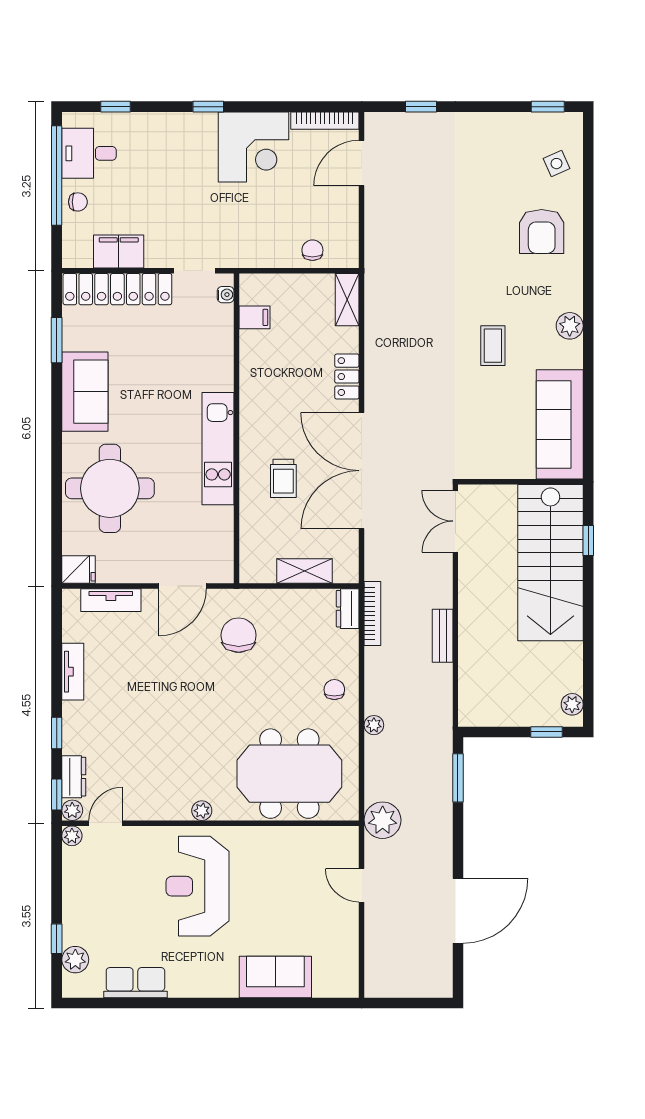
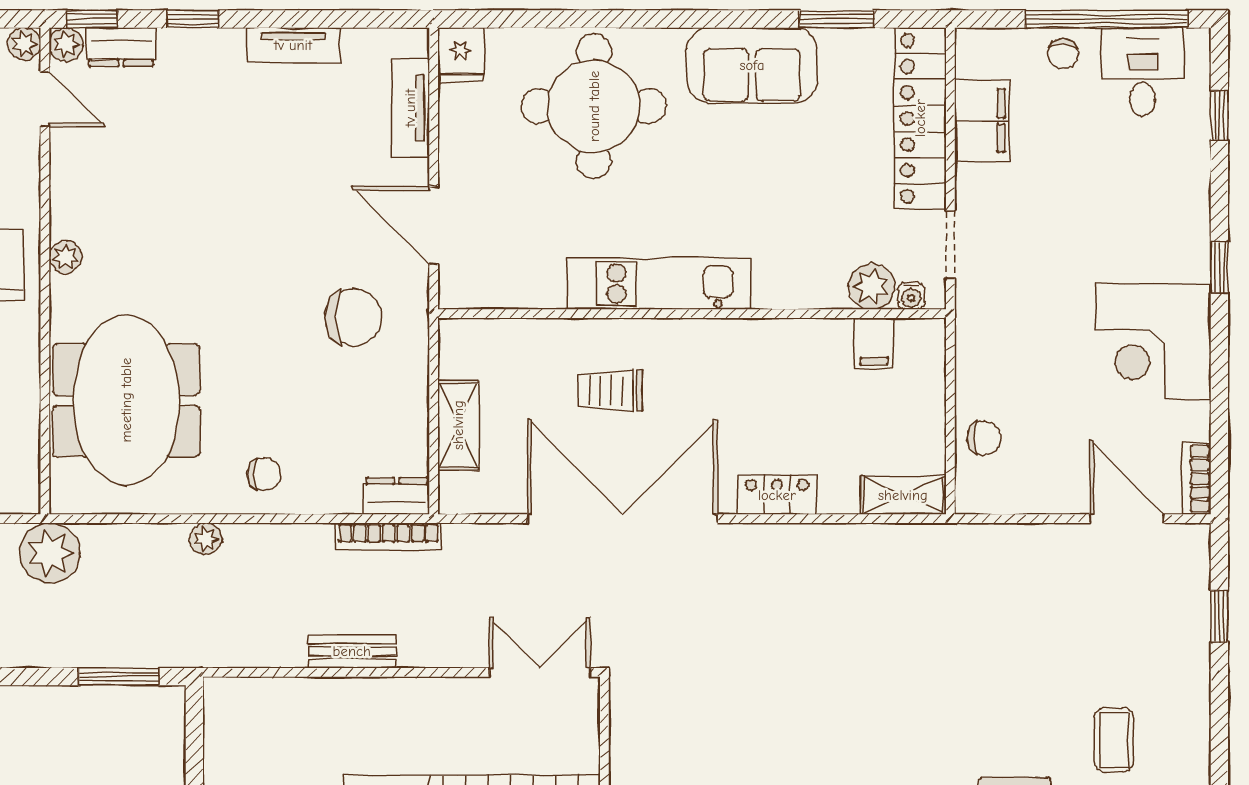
bookcase: (325, 121) -> (1196, 479), width x0.64
plant: (220, 319) -> (871, 286), added
coffee table: (493, 346) -> (1114, 740), moved, turned 90

